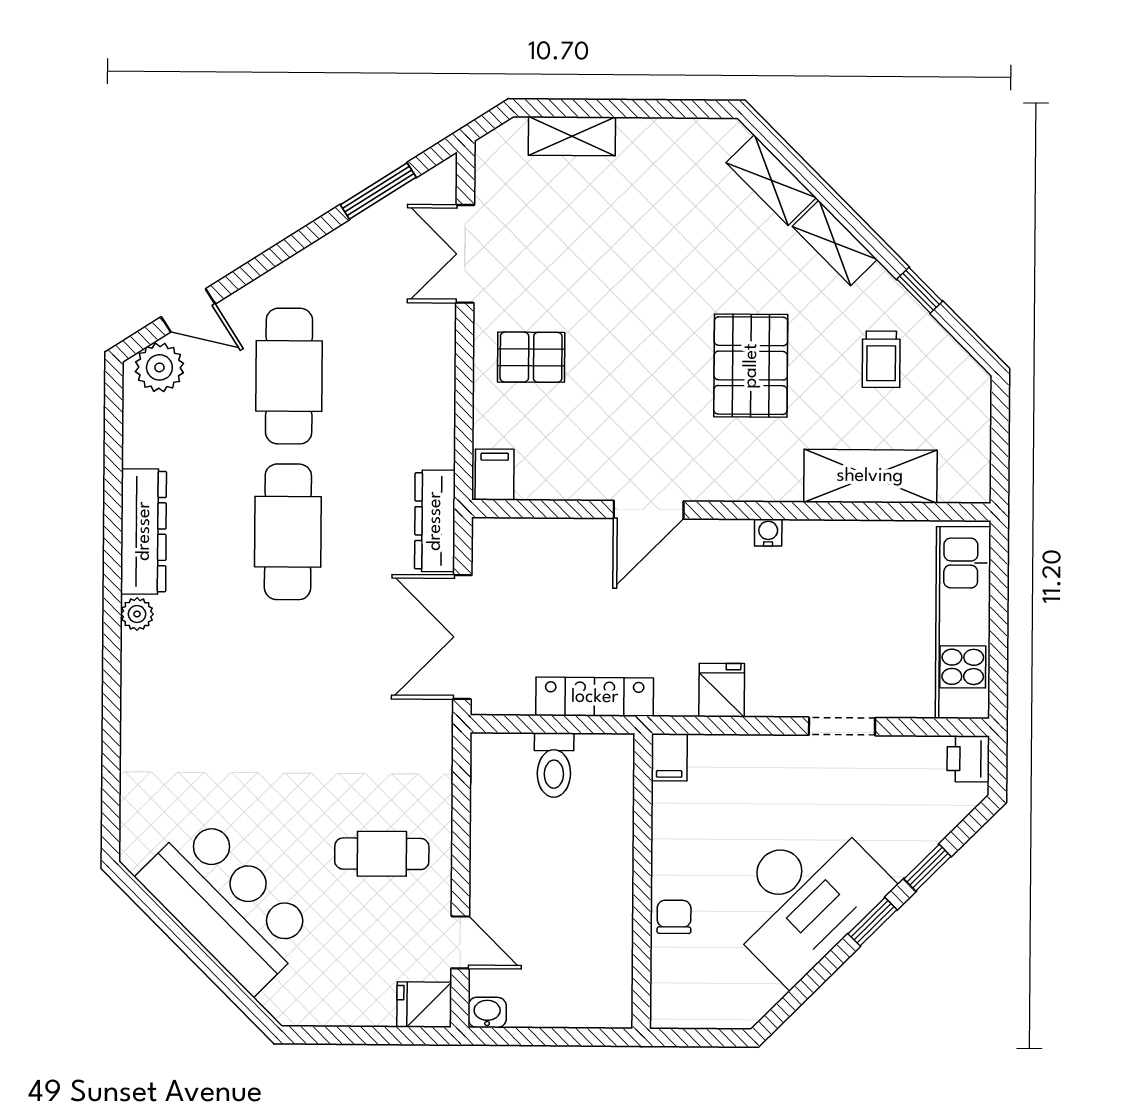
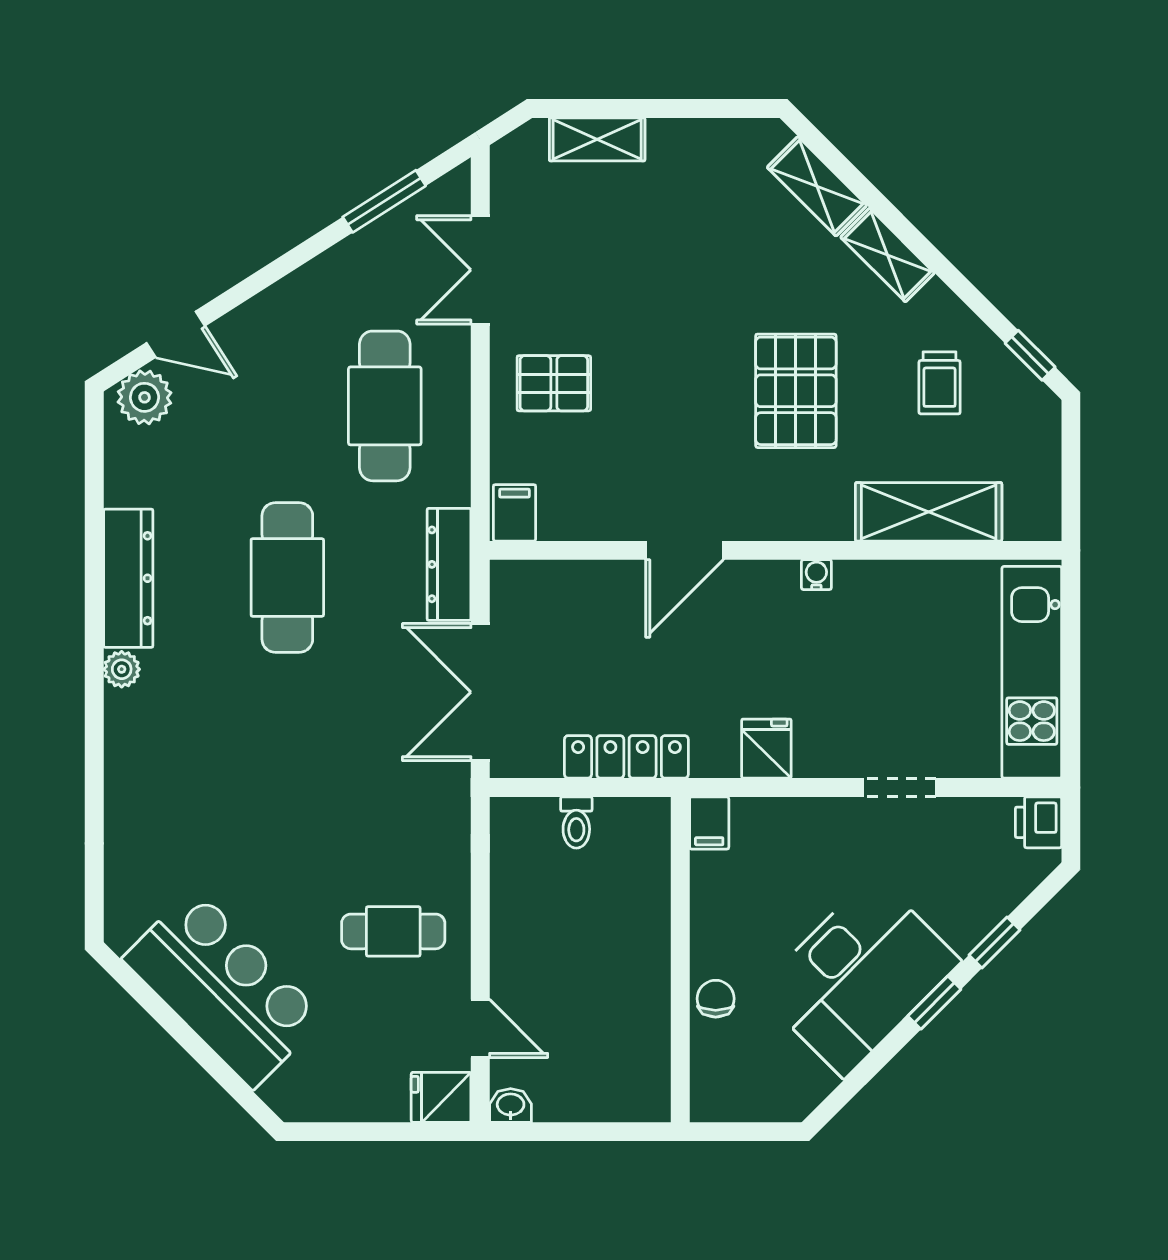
window: (920, 290) -> (1030, 355), moved
cafe table: (289, 376) -> (385, 406), moved
toilet: (554, 765) -> (576, 823), width x0.73, depth x0.72

